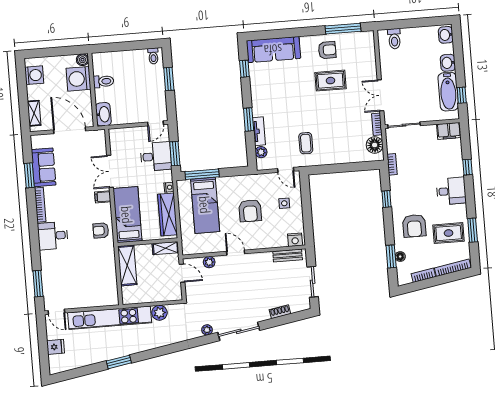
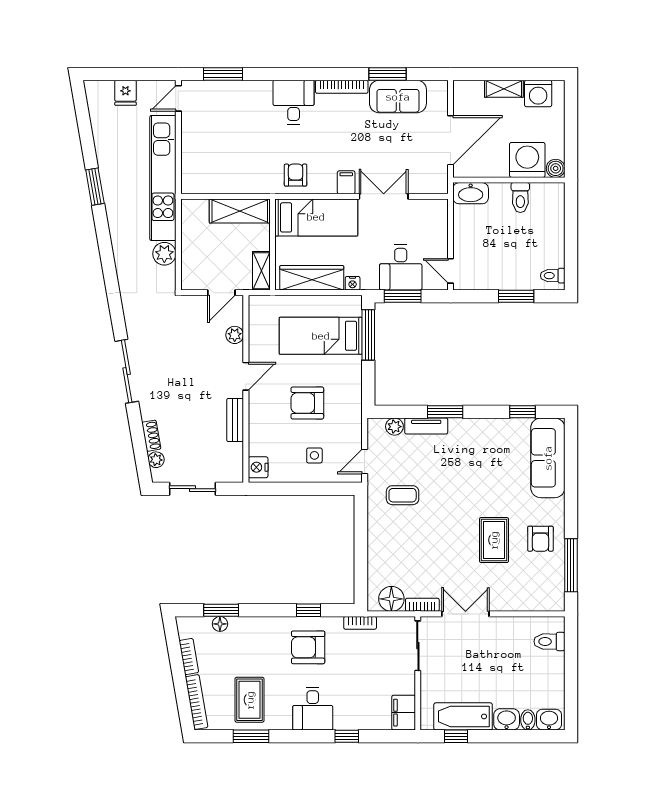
bidet: (447, 49) -> (528, 720), added
shelving: (34, 113) -> (504, 89), moved
armchair: (414, 226) -> (308, 647), moved
bench: (288, 256) -> (235, 420), moved
plant: (207, 330) -> (156, 460), moved

